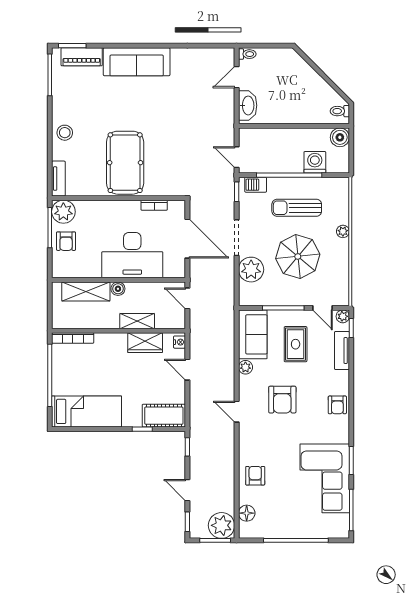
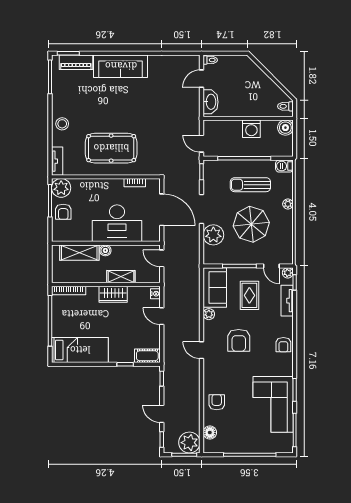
washing machine: (315, 162) -> (251, 129), moved, turned 180
pool table: (125, 163) -> (111, 148), turned 90
barbecue: (256, 185) -> (284, 166), moved
wardrobe: (145, 343) -> (113, 294), moved
cot: (164, 416) -> (147, 356), width x0.73, depth x0.75

